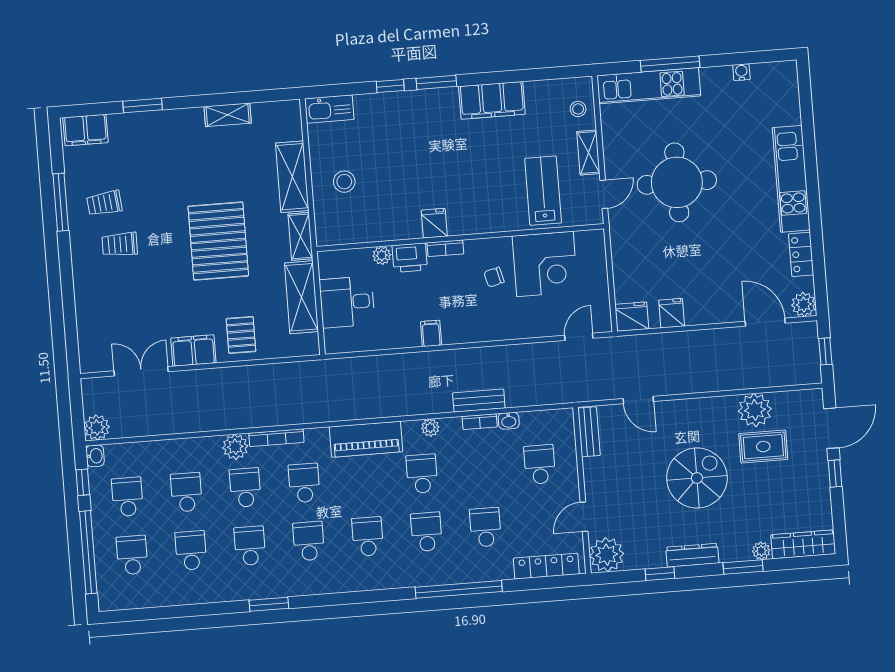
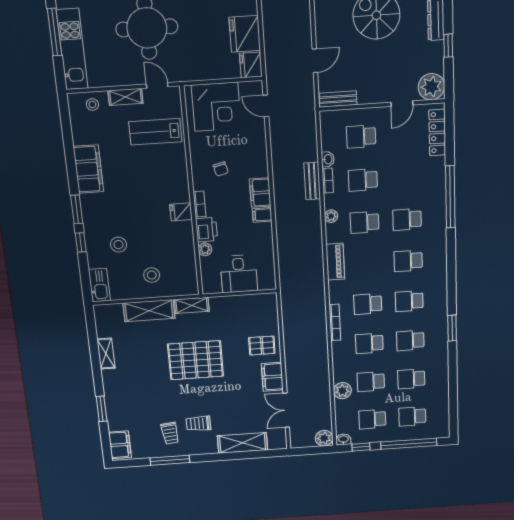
stool: (388, 137) -> (118, 245), added
trolley: (120, 244) -> (198, 424), turned 90
corner desk: (545, 264) -> (216, 107), moved, turned 90
shelving: (301, 297) -> (243, 443), moved
fridge: (672, 313) -> (245, 34), width x1.88, depth x1.34
filing cabinet: (462, 331) -> (260, 193), added
piano: (366, 439) -> (335, 262), width x0.73, depth x0.75
plant: (235, 447) -> (342, 391), moved
door: (584, 517) -> (402, 104), hinge flipped
school desk: (485, 527) -> (363, 180), moved

